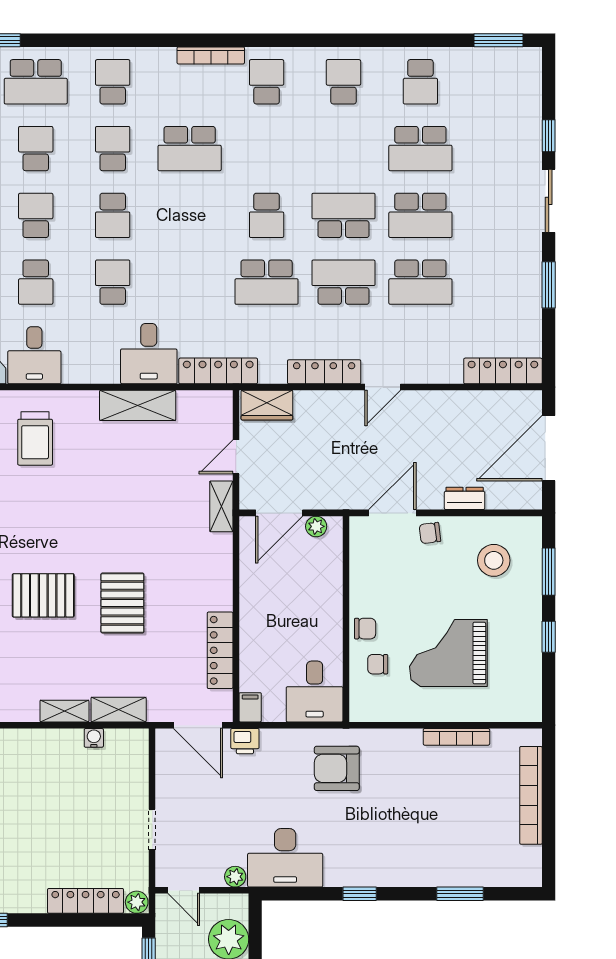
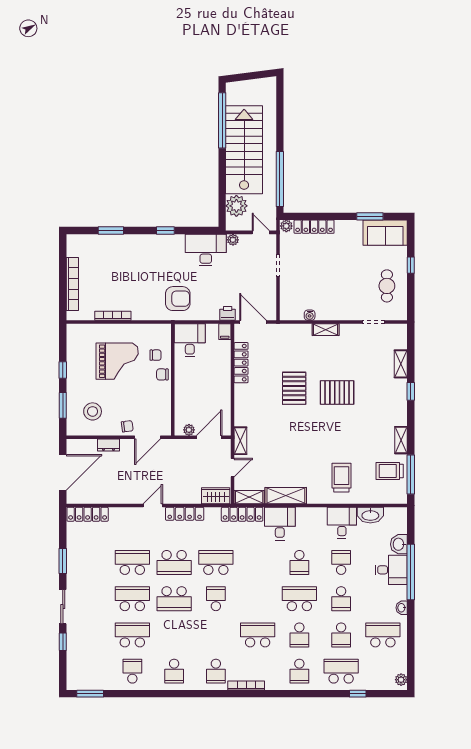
school desk: (113, 215) -> (299, 599), width x1.85
shelving: (119, 710) -> (249, 497), moved

